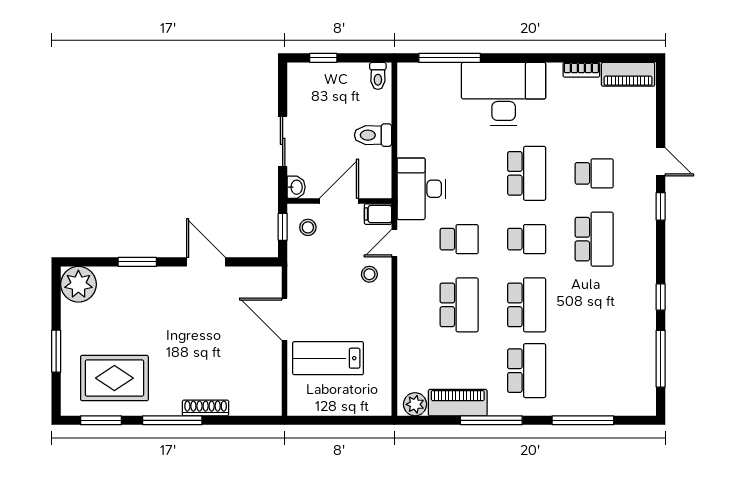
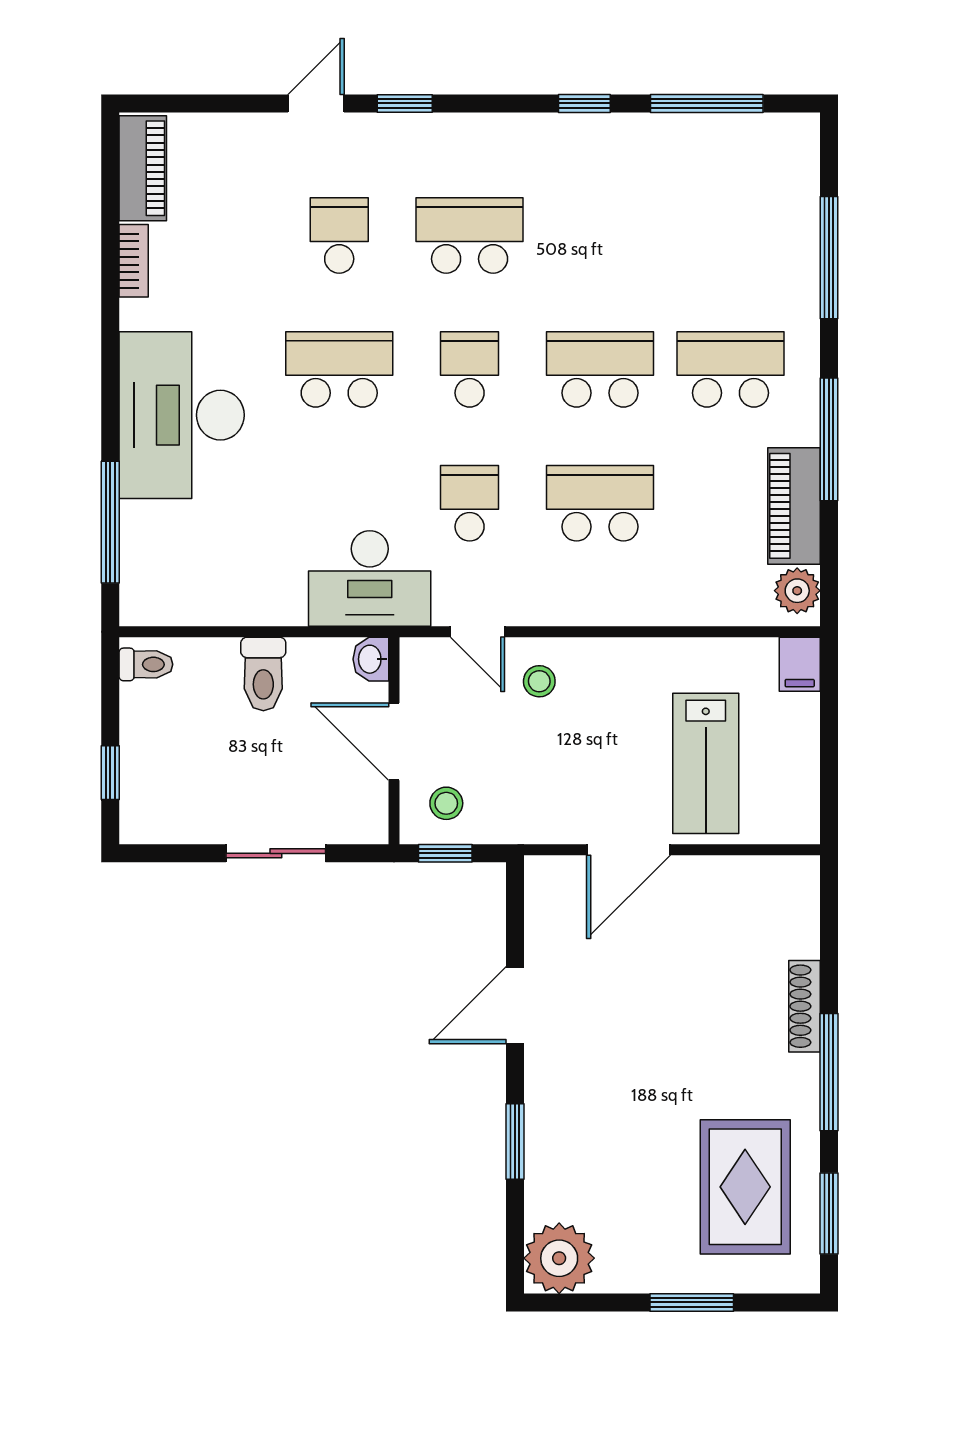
washbasin: (296, 187) -> (371, 659), moved, turned -90
filing cabinet: (378, 214) -> (800, 664), moved

